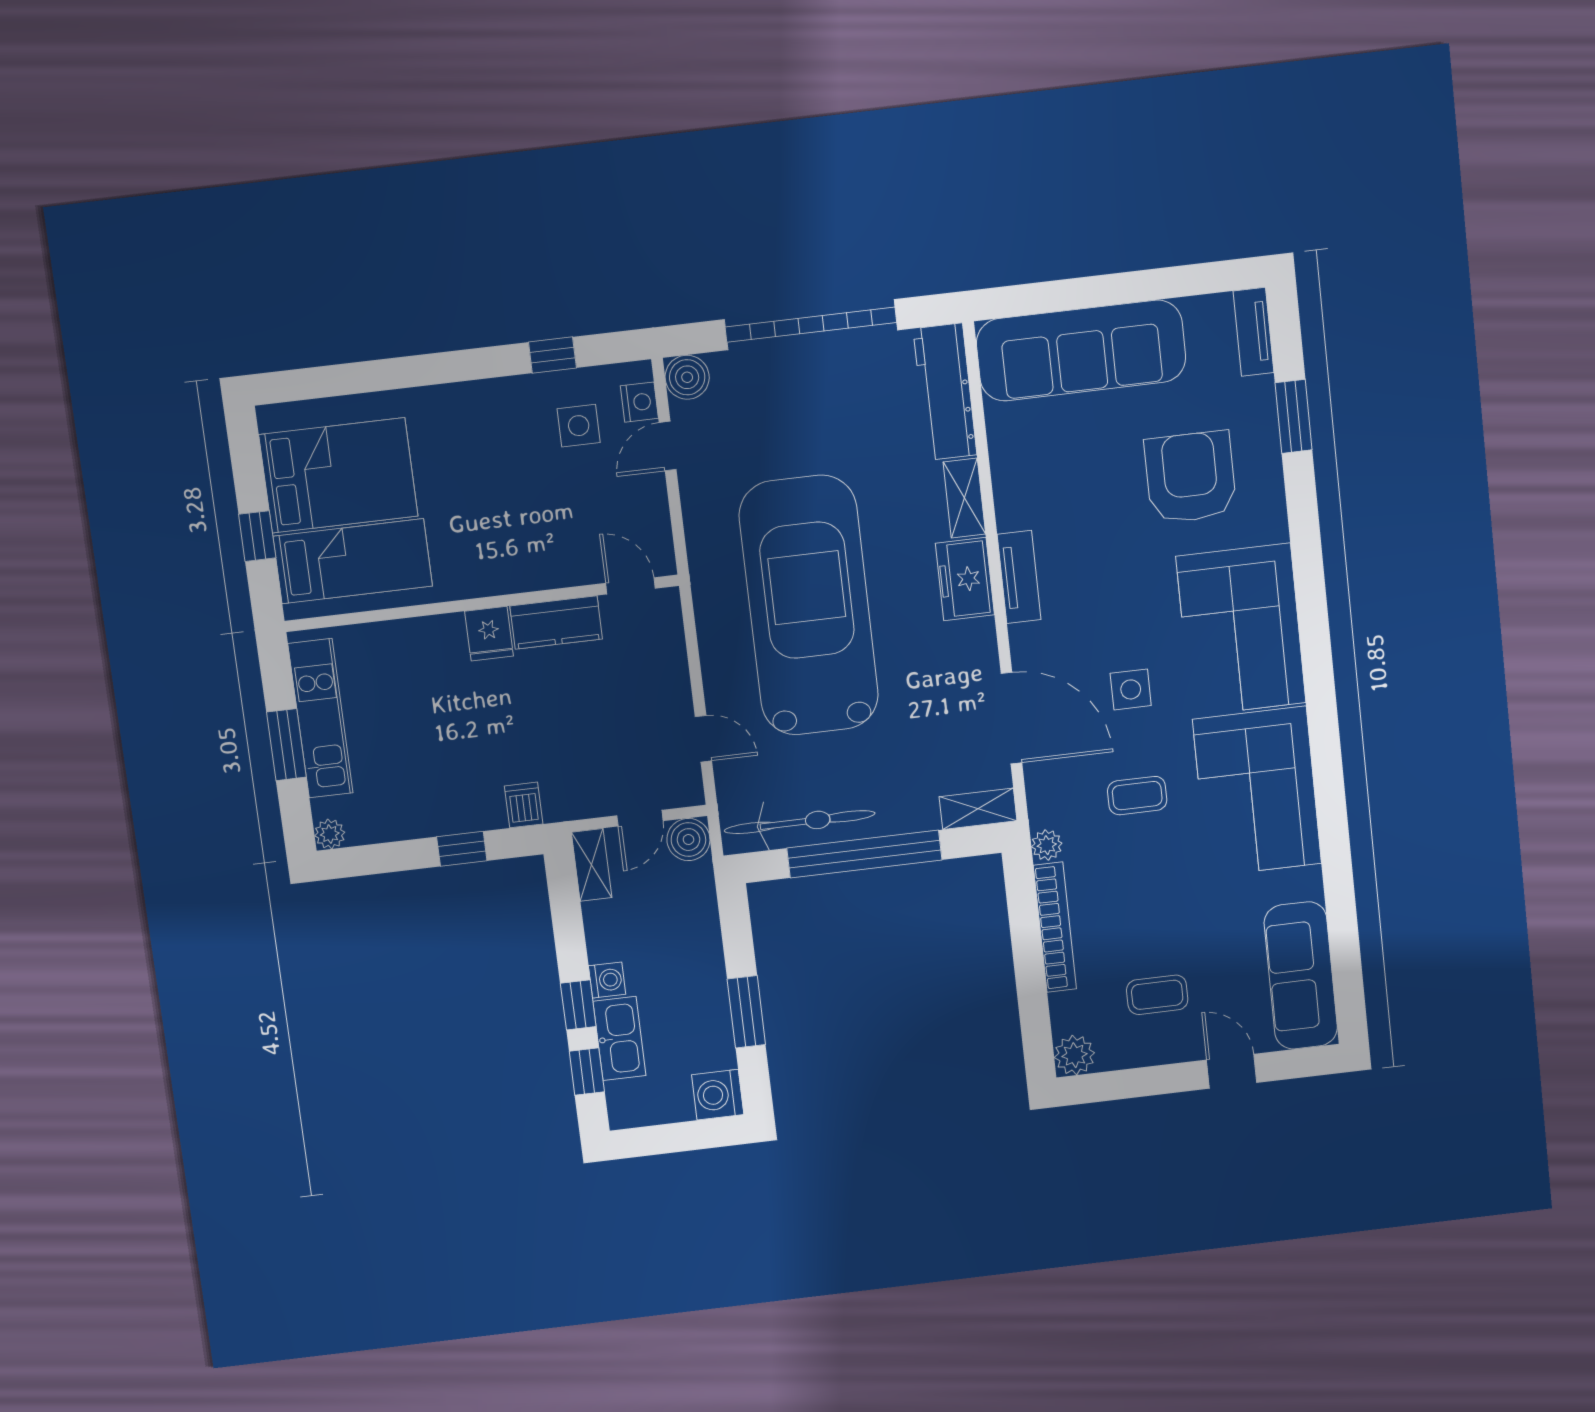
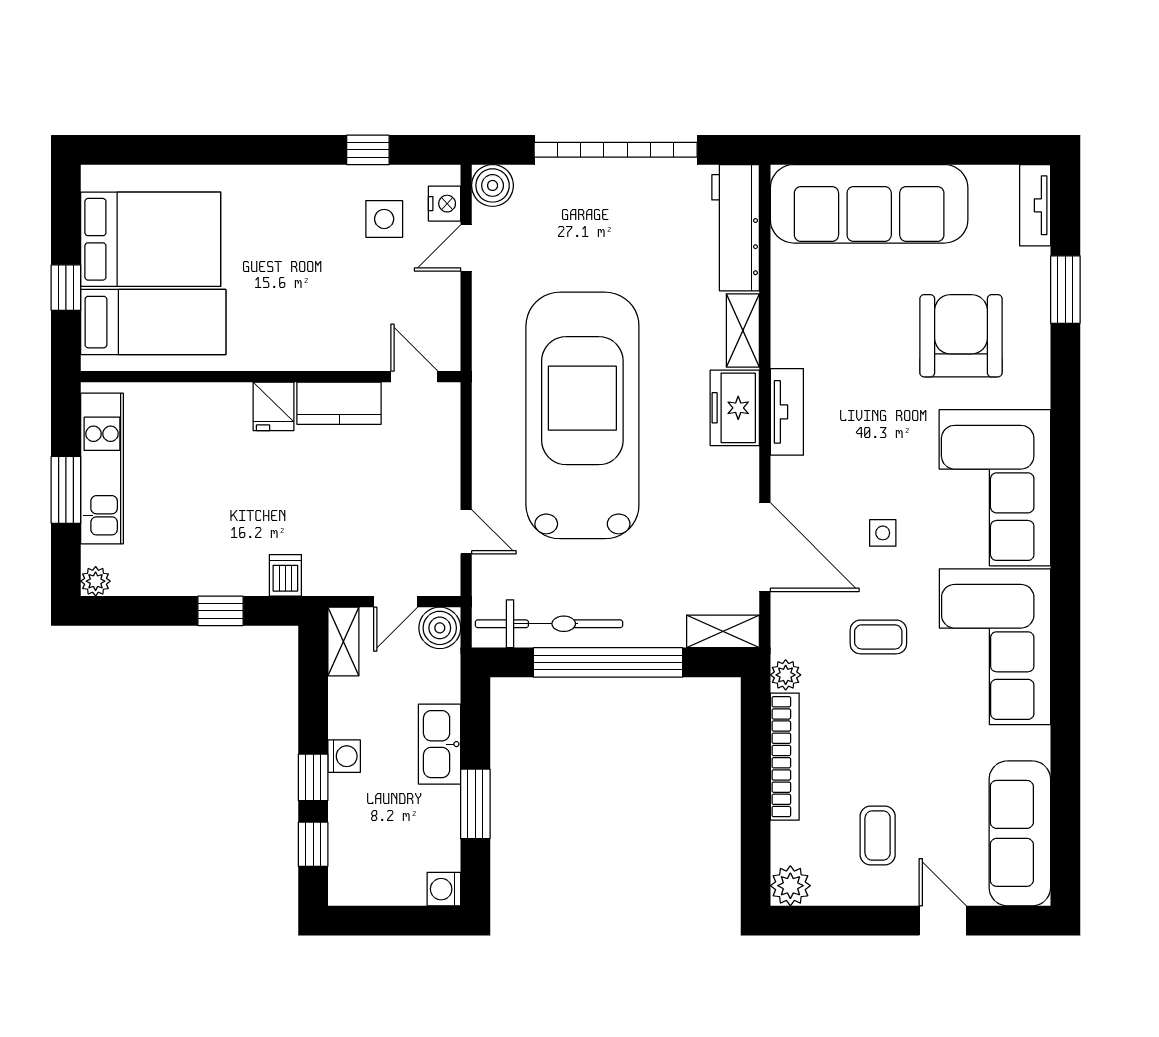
side table: (1131, 689) -> (883, 533), width x0.73, depth x0.73
coffee table: (1157, 995) -> (878, 836), turned 90
kitchen sink: (619, 1038) -> (440, 744), moved, turned 180
washing machine: (718, 1095) -> (444, 889), width x0.73, depth x0.73

